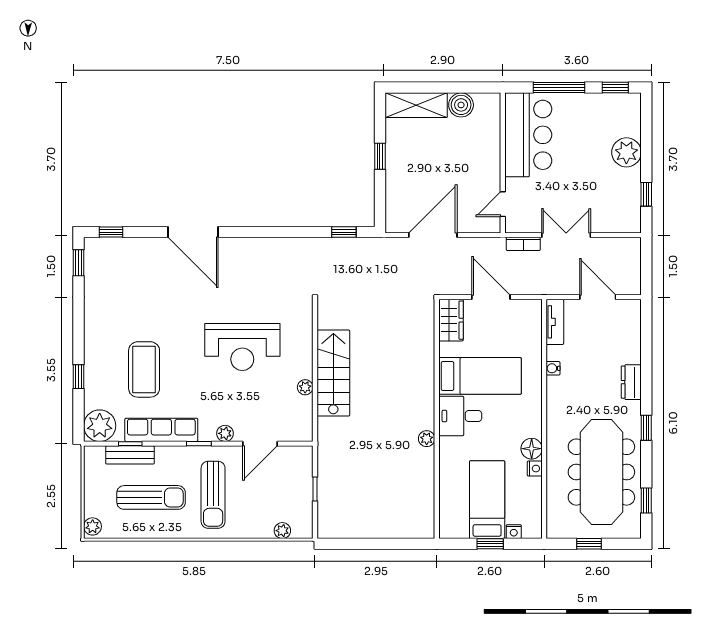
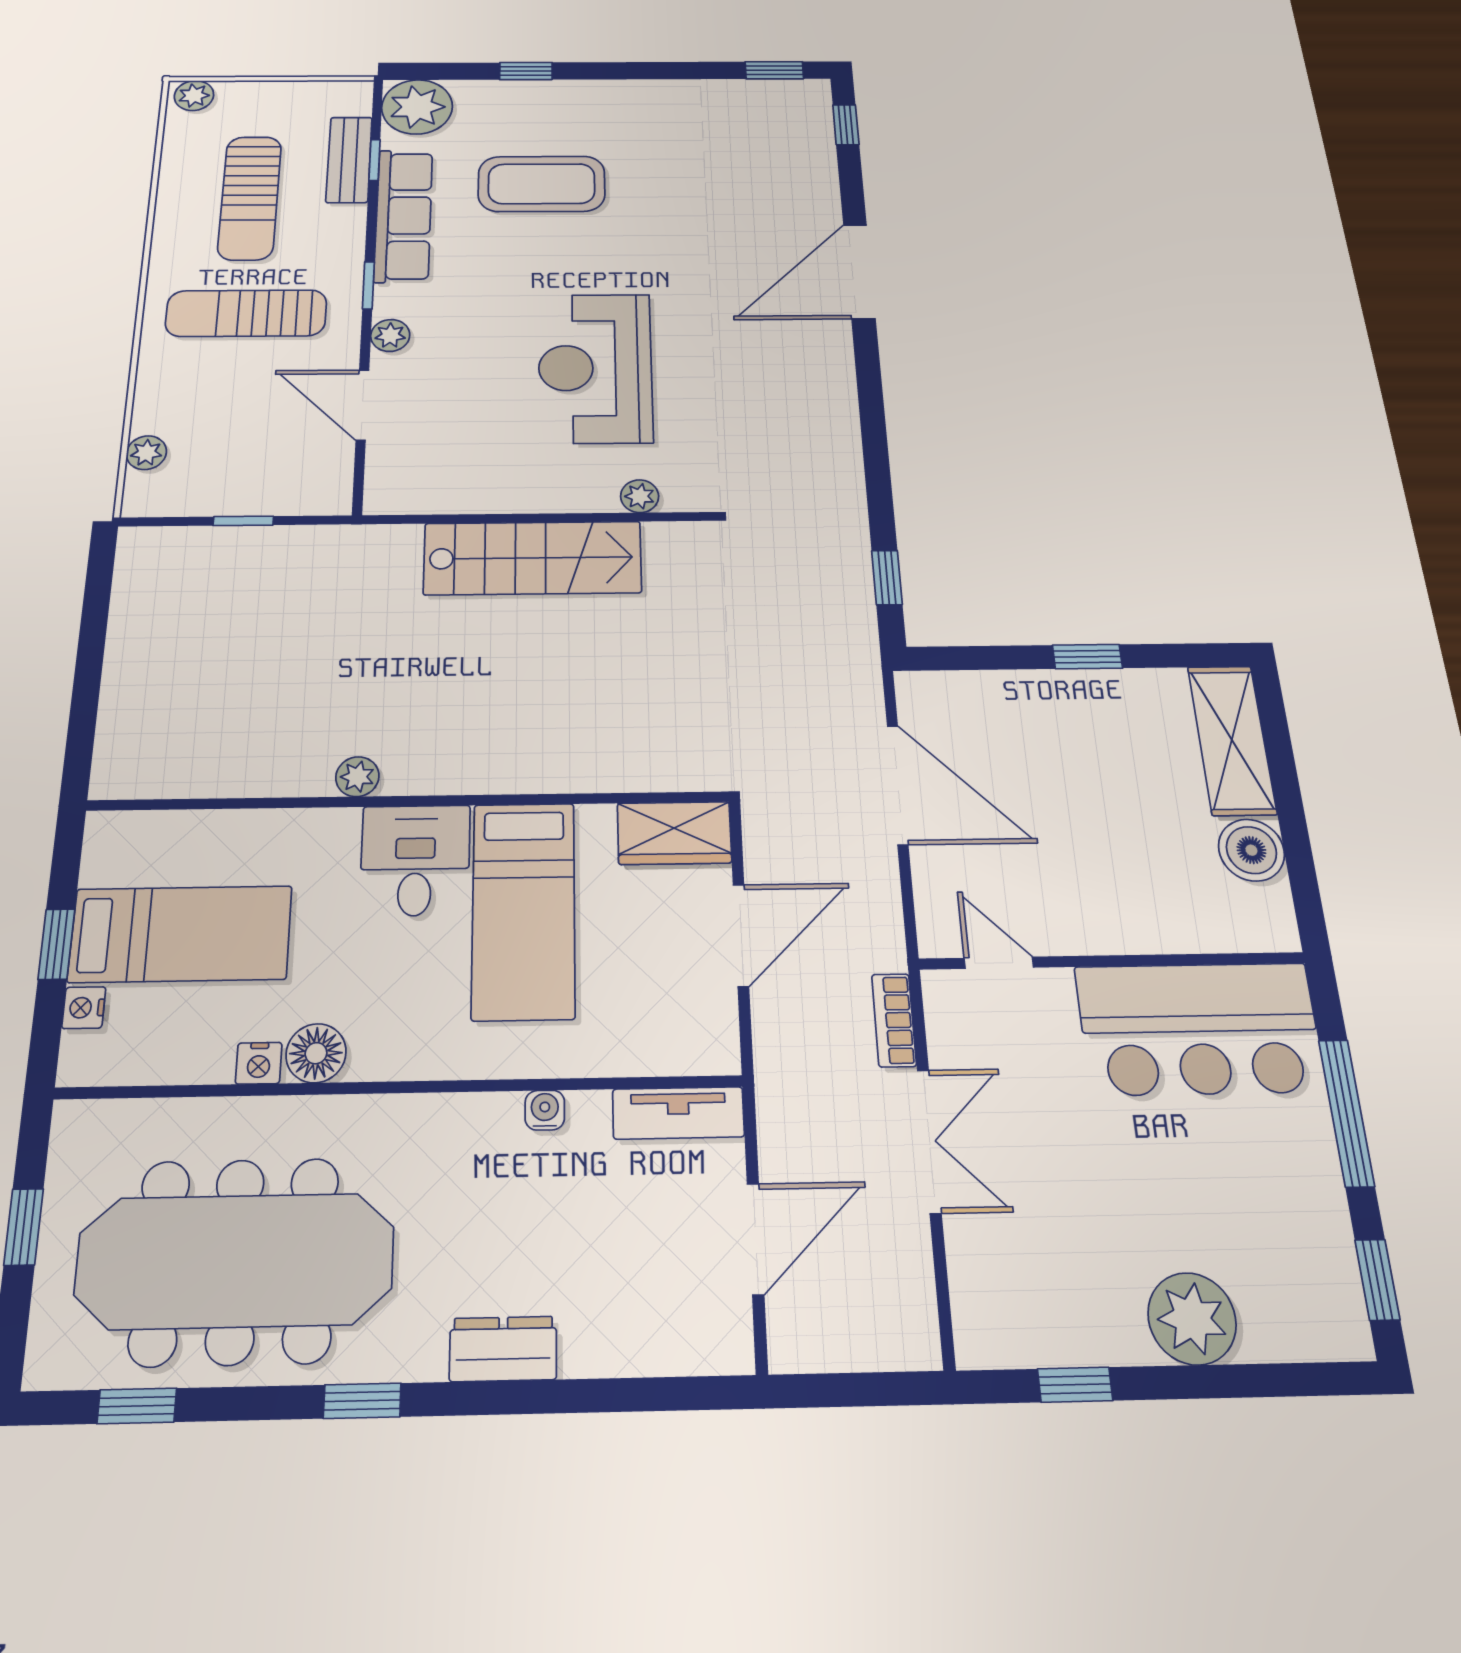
plant: (305, 387) -> (640, 496), moved

